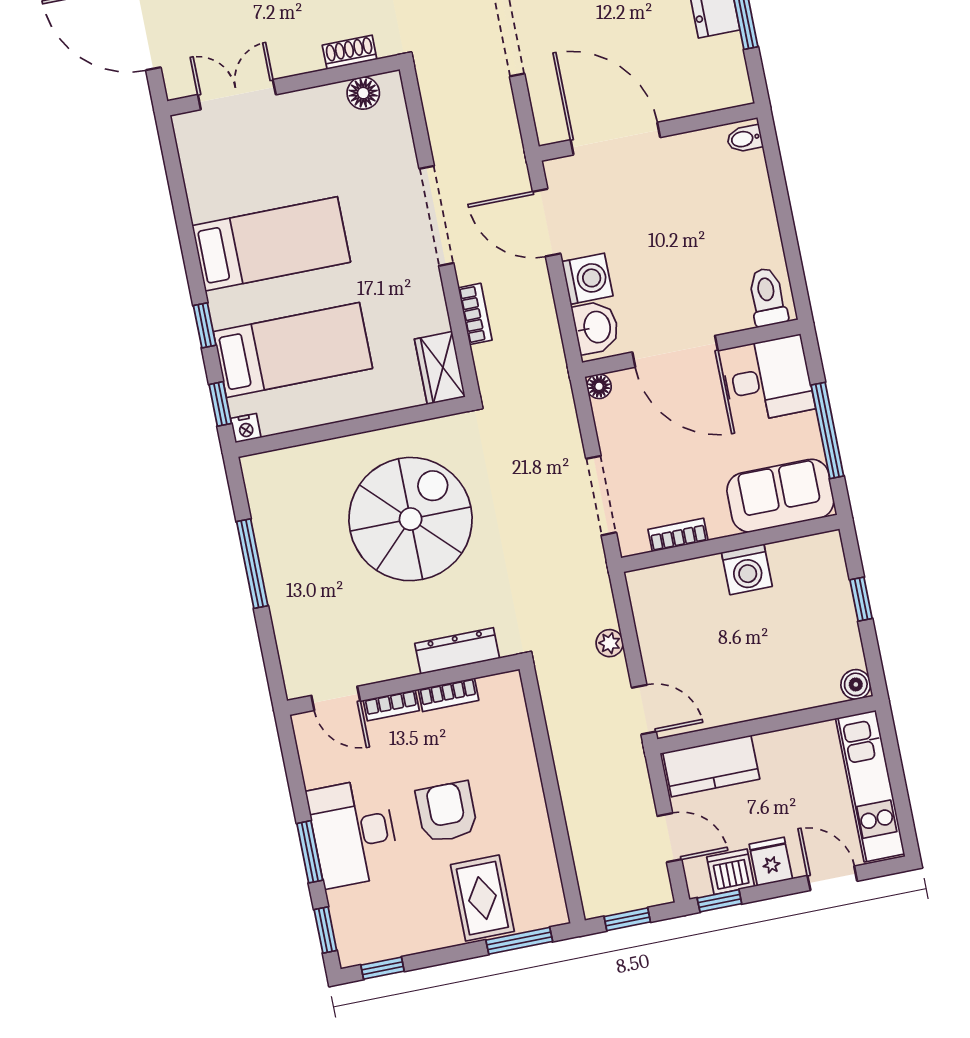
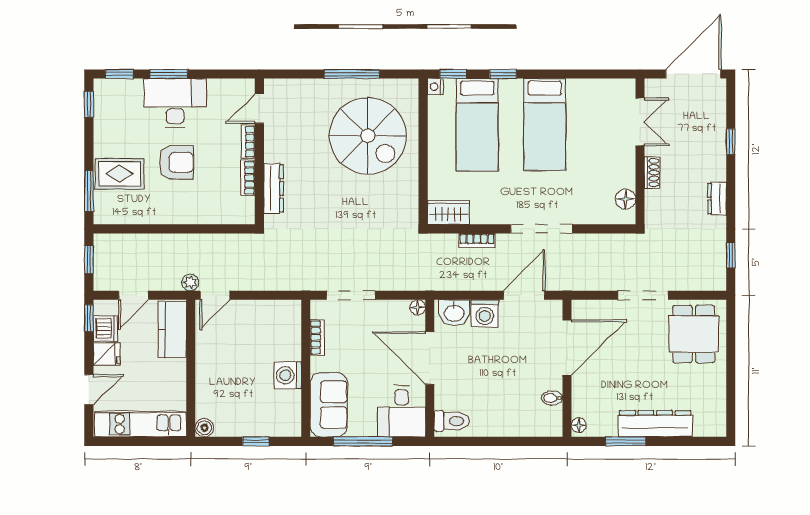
shoe rack: (350, 52) -> (652, 173), moved
floor lamp: (734, 96) -> (579, 425), added
bidet: (745, 139) -> (552, 398), moved, turned -90
door: (675, 351) -> (430, 358), hinge flipped
spiral stairs: (411, 519) -> (368, 136), moved
plant: (610, 643) -> (190, 282), moved

